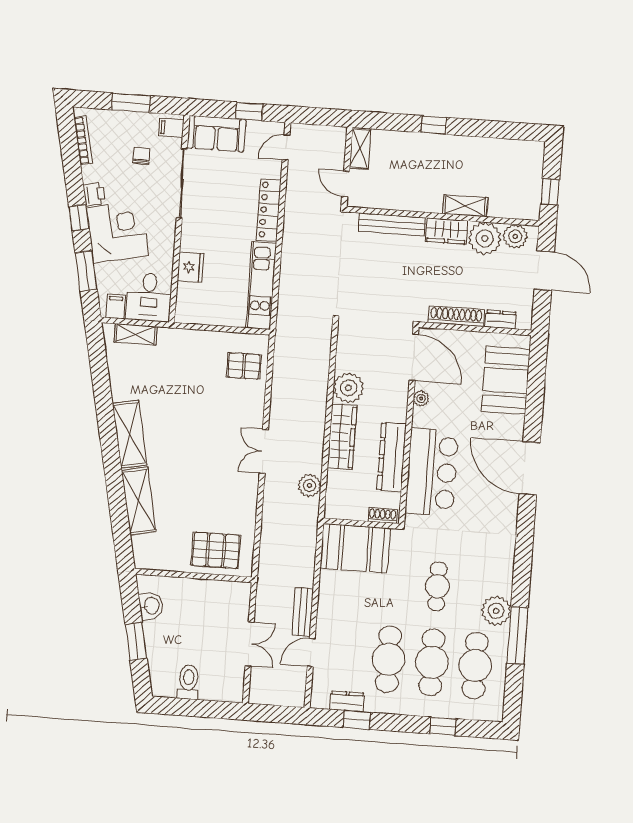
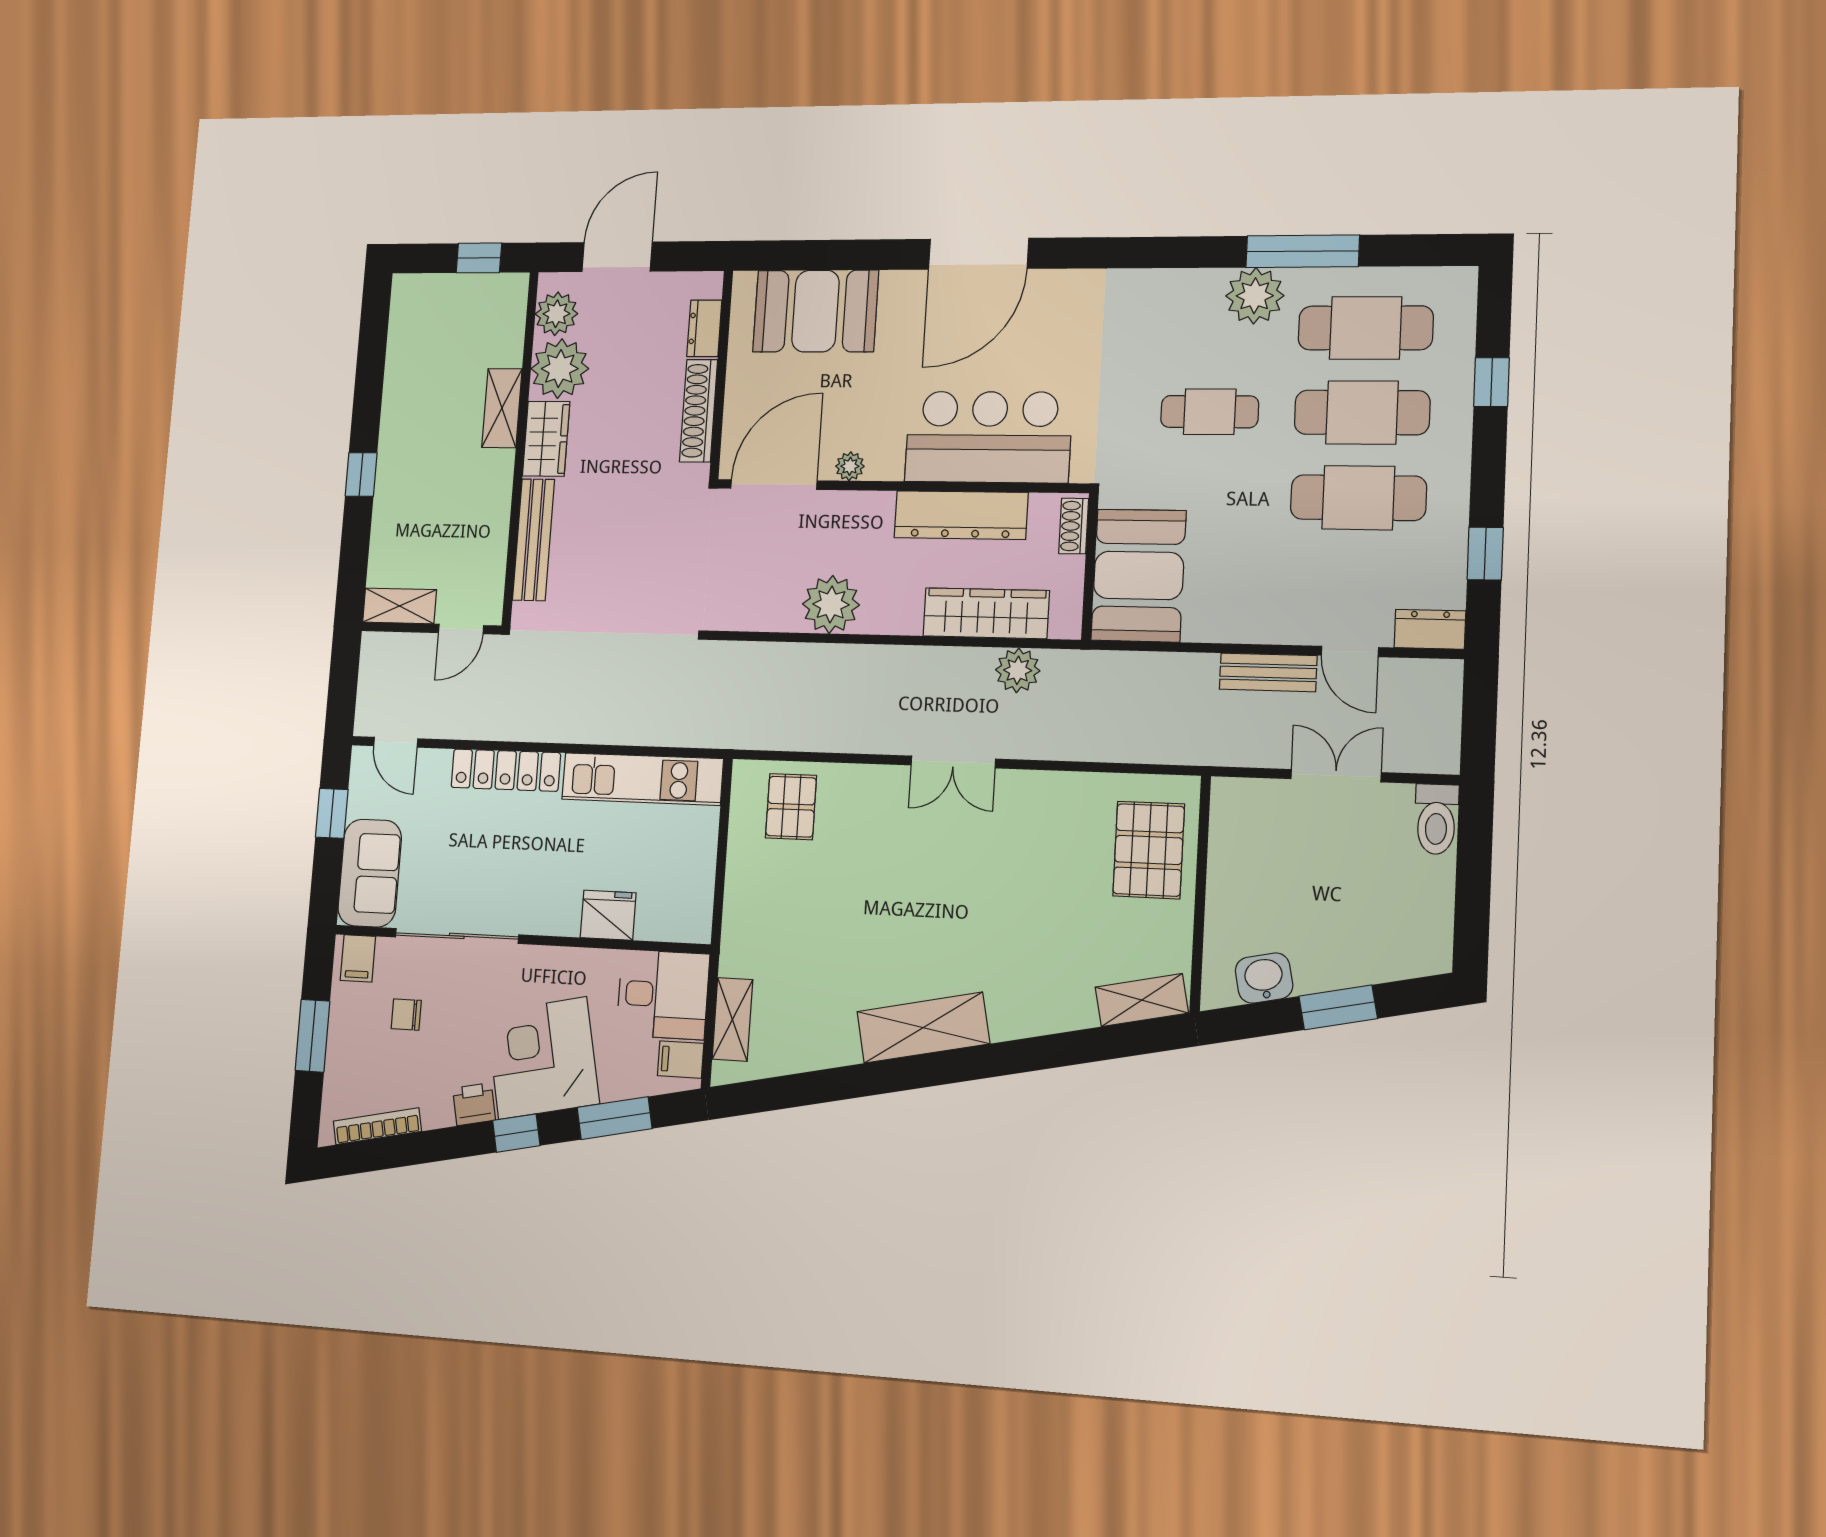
wardrobe: (342, 437) -> (986, 613), moved
shelving: (139, 501) -> (1142, 1000), moved, width x0.67, depth x0.75
toilet: (188, 682) -> (1436, 819), moved, turned -90
dresser: (347, 701) -> (1430, 629), moved, turned 90

